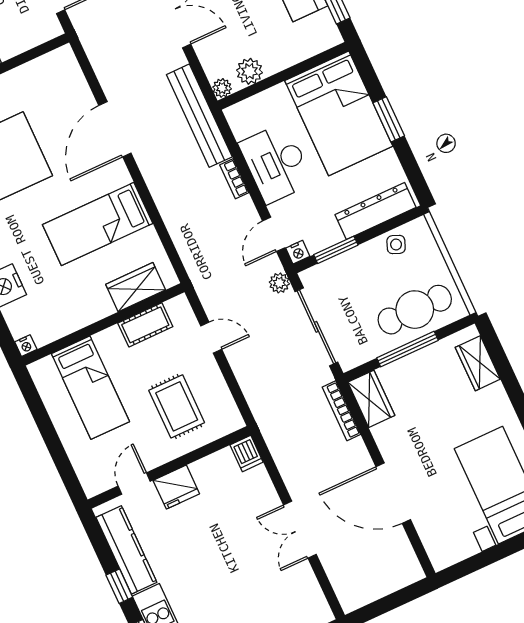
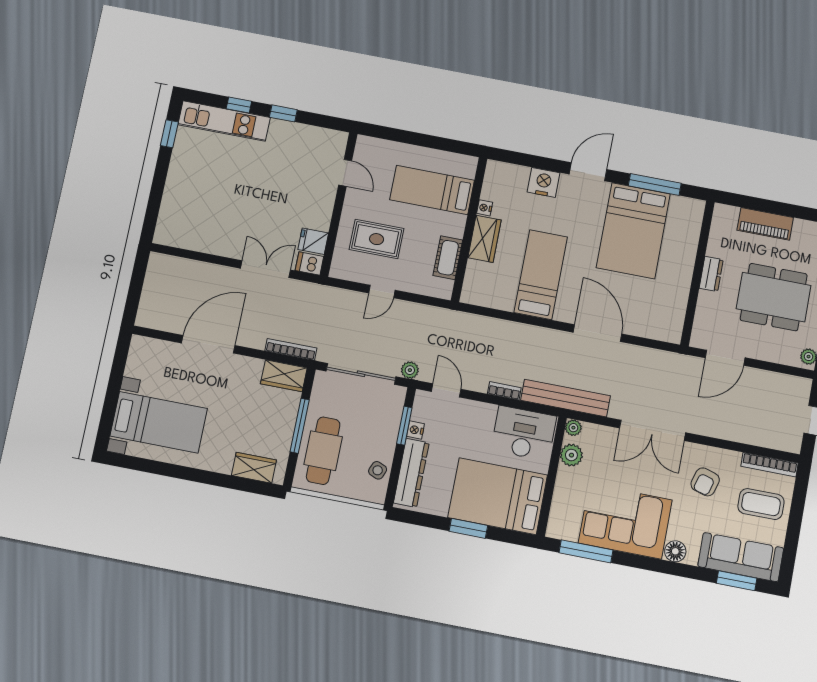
desk: (276, 163) -> (524, 433), moved
nightstand: (298, 252) -> (415, 430), moved
wardrobe: (136, 287) -> (485, 239), moved
door: (211, 338) -> (382, 292), moved
nightstand: (26, 346) -> (485, 208), moved
fridge: (176, 487) -> (313, 241), moved, width x0.72
double door: (300, 530) -> (266, 269), moved
kitchen counter: (126, 550) -> (304, 136), removed

